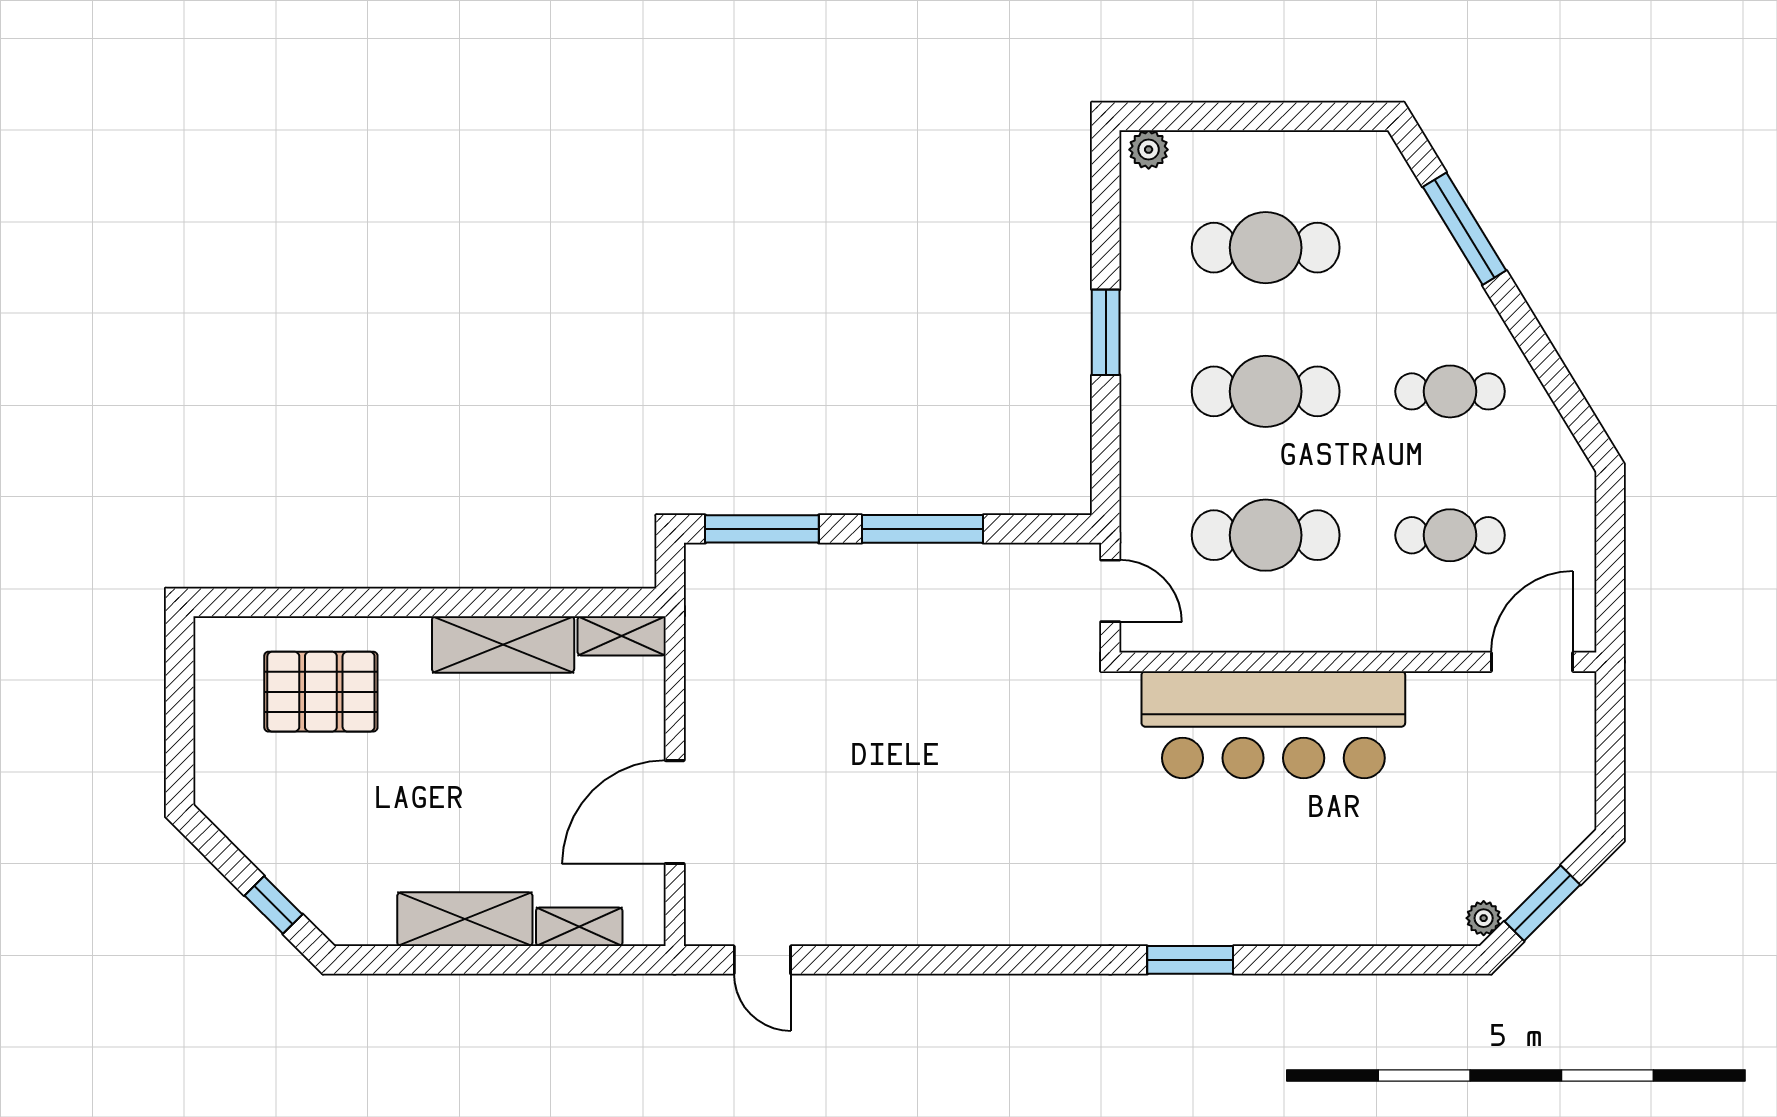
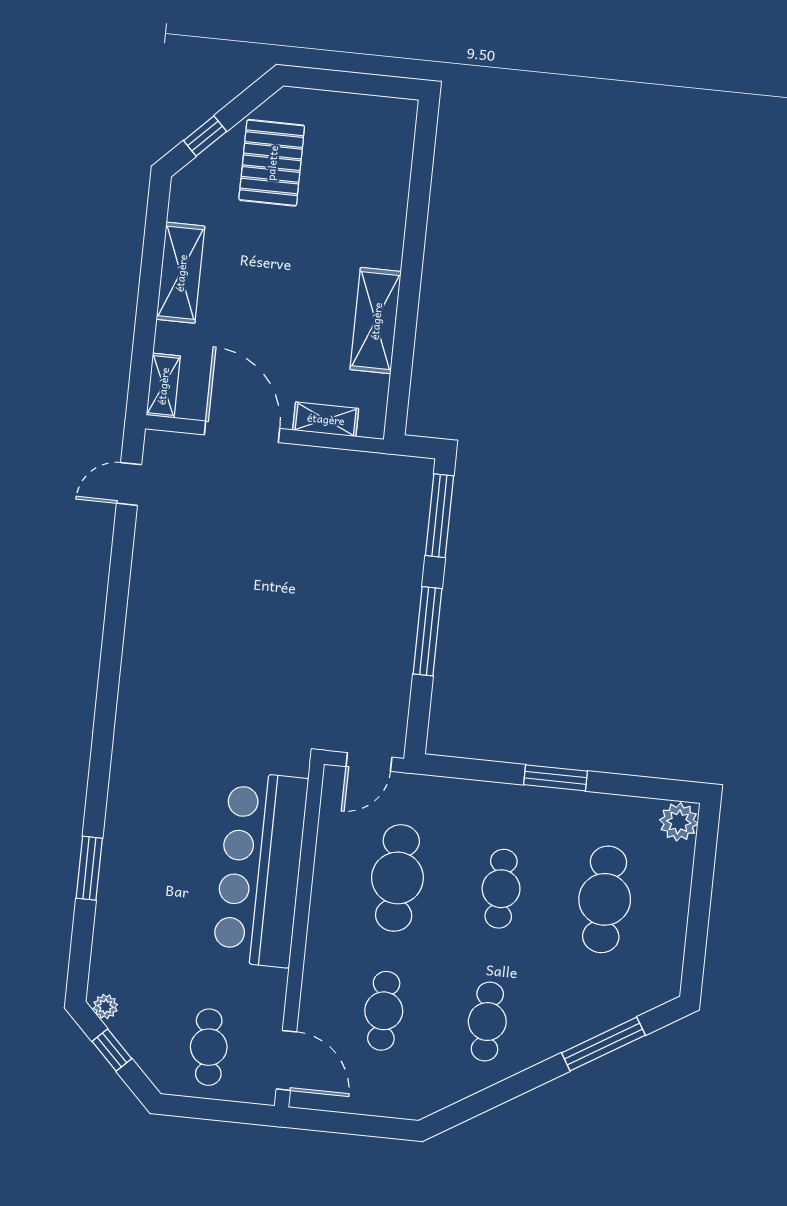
plant: (1149, 150) -> (679, 822), width x1.38, depth x1.38
cafe table: (1266, 391) -> (501, 889), width x0.73, depth x0.74
shelving: (622, 636) -> (326, 419), moved, turned 90
pallet: (321, 692) -> (272, 163), moved
cafe table: (1525, 770) -> (209, 1047), added
window: (1542, 903) -> (112, 1050), width x0.67
shelving: (579, 927) -> (163, 386), moved
window: (1190, 960) -> (89, 868), moved

